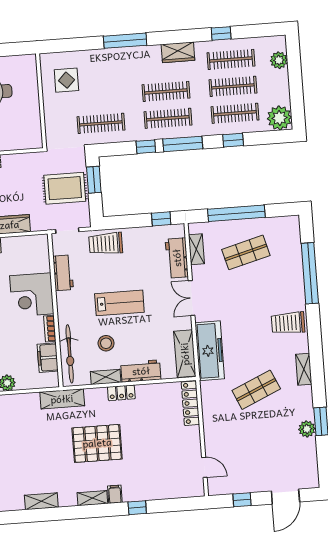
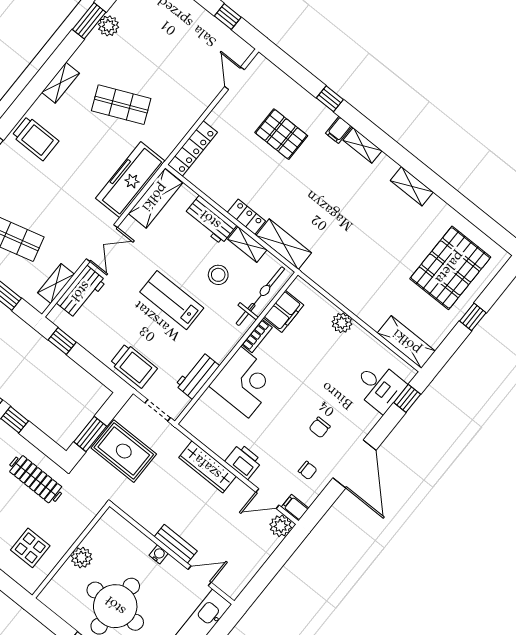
plant: (31, 103) -> (82, 558), added
shelving: (62, 399) -> (284, 244), moved
pallet: (97, 443) -> (281, 134), moved, width x0.73, depth x0.71

